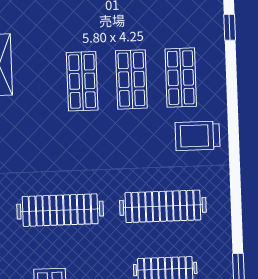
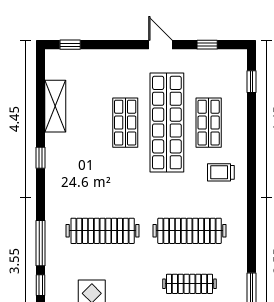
shop shelf: (131, 79) -> (167, 123), width x2.00, depth x1.36
trolley: (197, 136) -> (221, 172), width x0.73, depth x0.72

